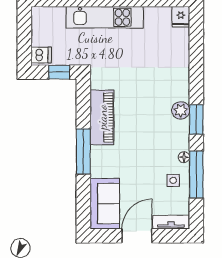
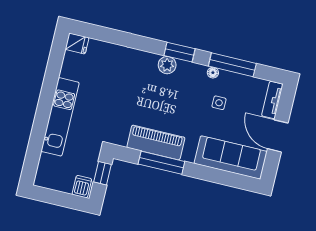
window: (83, 151) -> (161, 163), moved
side table: (173, 180) -> (219, 103), moved
sofa: (105, 204) -> (231, 157), width x1.36

